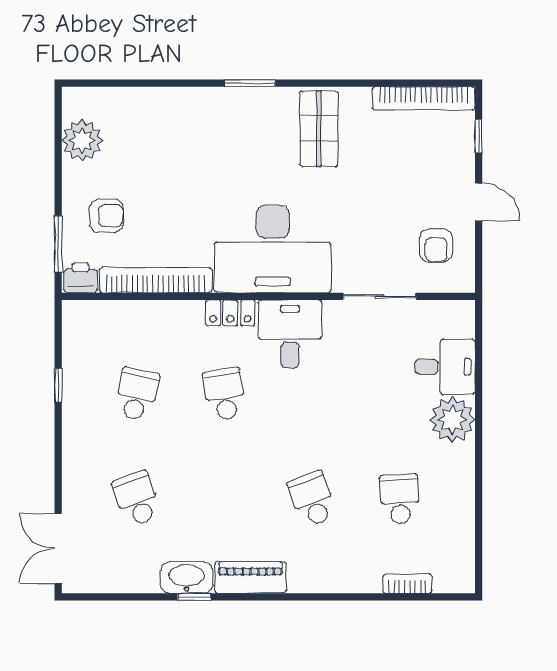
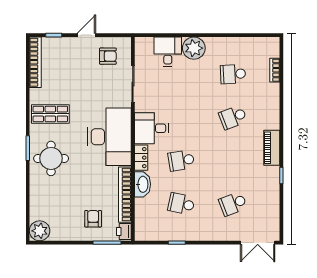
round table: (229, 130) -> (51, 158), added
plant: (82, 140) -> (40, 231), moved
washbasin: (187, 578) -> (142, 184), moved, turned 180

